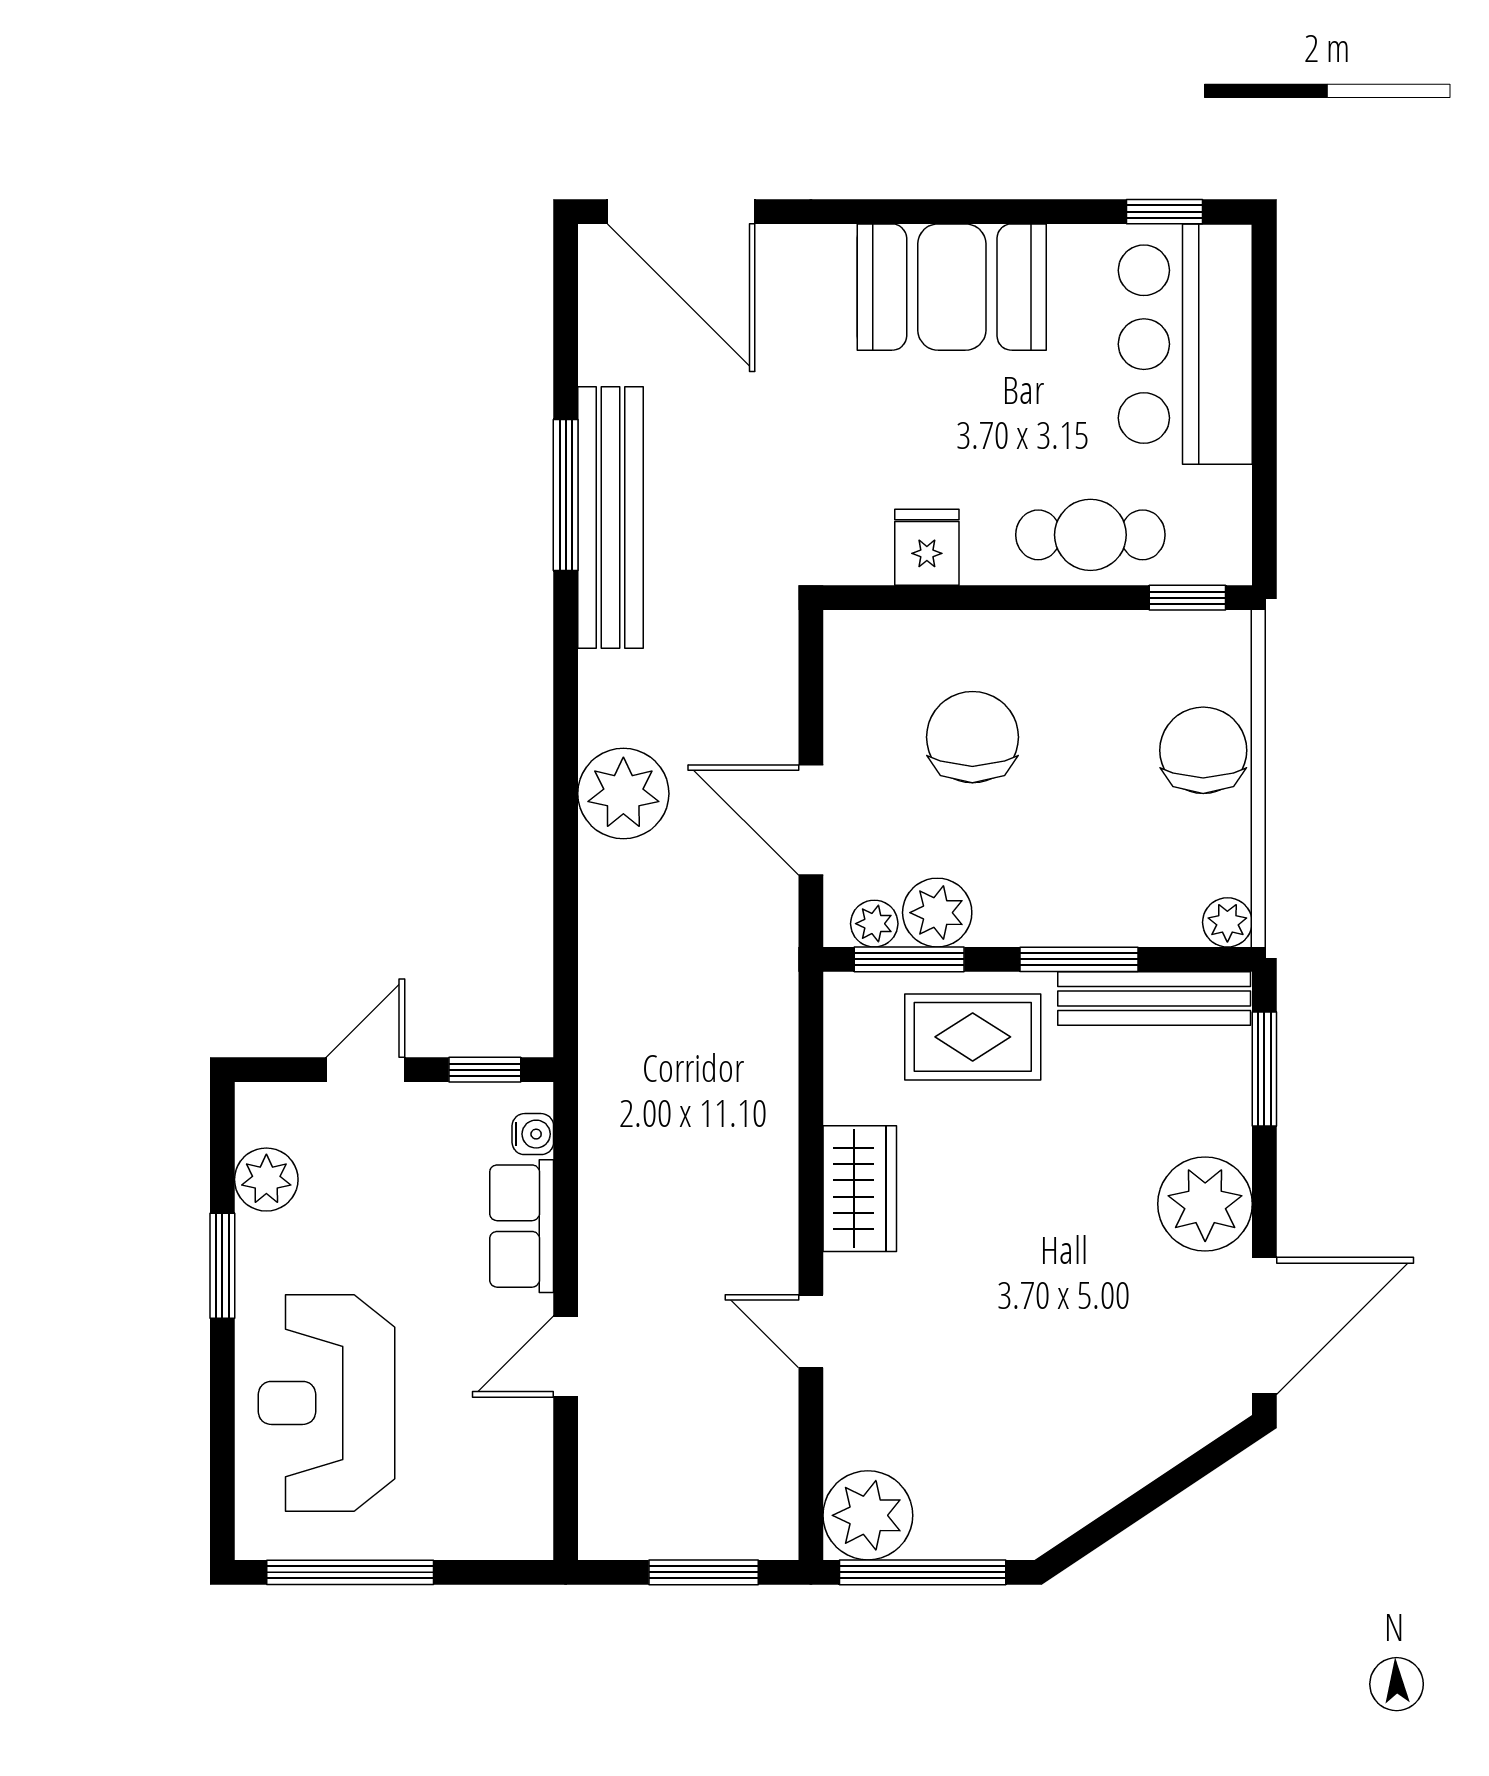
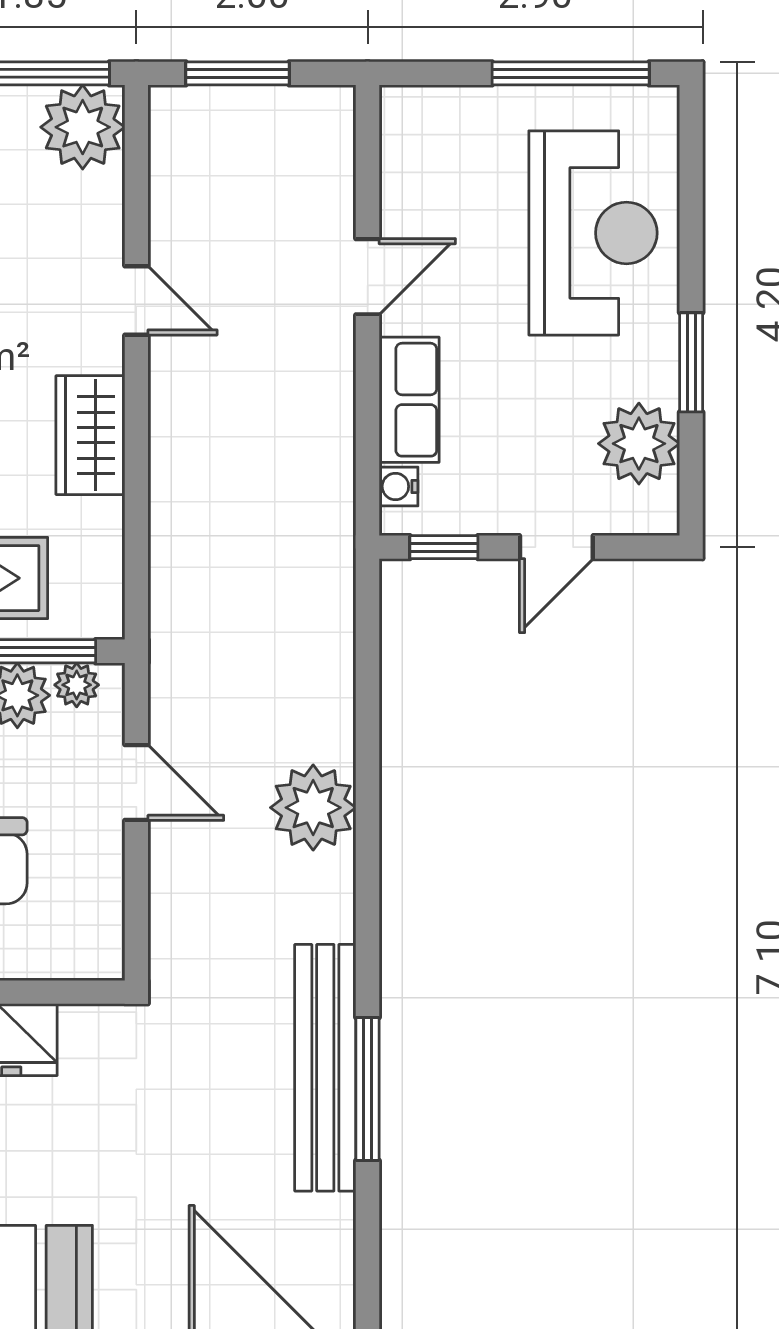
door: (811, 820) -> (136, 783), width x0.73
plant: (266, 1180) -> (639, 444), width x1.36, depth x1.36

